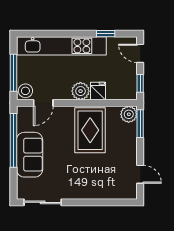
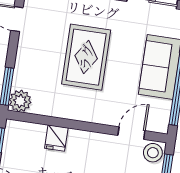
plant: (80, 91) -> (80, 141), removed
rug: (90, 130) -> (86, 57), moved

